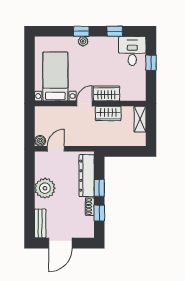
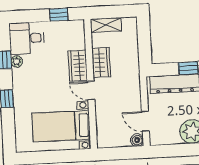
plant: (83, 41) -> (17, 62), moved
window: (151, 63) -> (59, 15), moved

